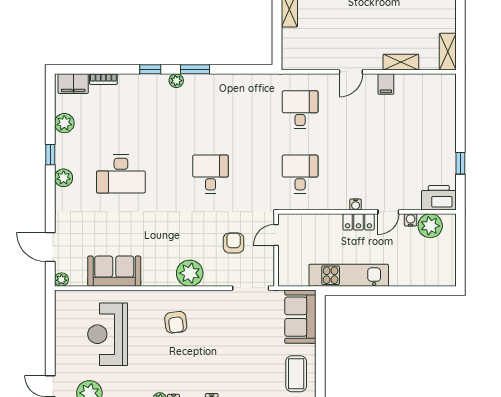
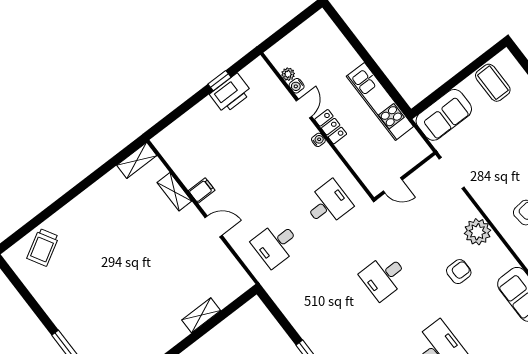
desk: (300, 174) -> (328, 204), turned 180
printer: (439, 198) -> (231, 93), moved, turned -90
door: (388, 212) -> (304, 109), hinge flipped
plant: (430, 226) -> (288, 74), width x0.53, depth x0.53
armchair: (234, 243) -> (459, 272), moved, turned 180
coffee table: (296, 374) -> (493, 83), turned 90

